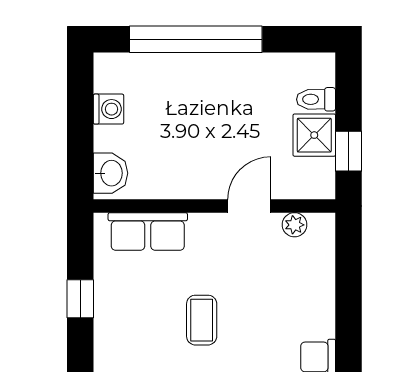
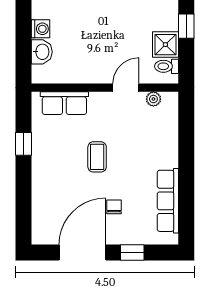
toilet: (316, 99) -> (167, 66), moved
window: (349, 151) -> (186, 26), moved
washbasin: (110, 173) -> (42, 52), moved

